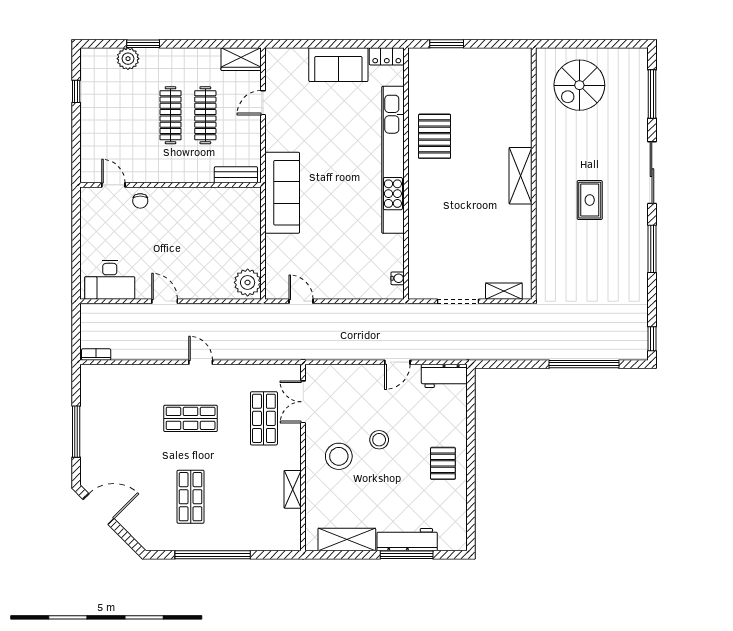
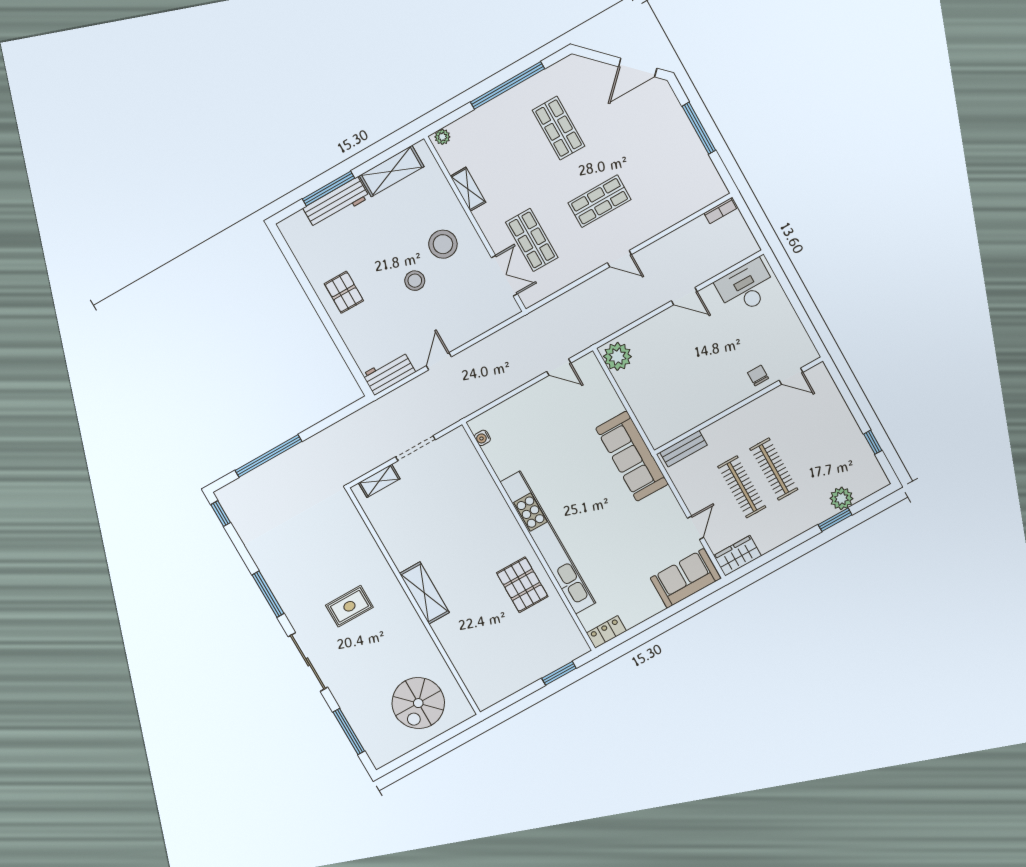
sofa: (338, 65) -> (685, 578), moved
spiral stairs: (579, 85) -> (418, 703), turned 180
rug: (590, 200) -> (349, 606), turned 90
plant: (289, 544) -> (442, 137), added

